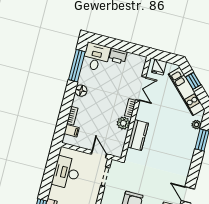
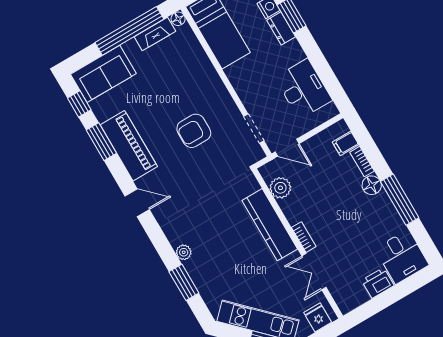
window: (77, 66) -> (400, 200), moved
floor lamp: (81, 91) -> (372, 185), moved
plant: (123, 123) -> (280, 188), moved
plant: (196, 125) -> (184, 252), moved
kitchen counter: (138, 135) -> (270, 225), width x1.50

